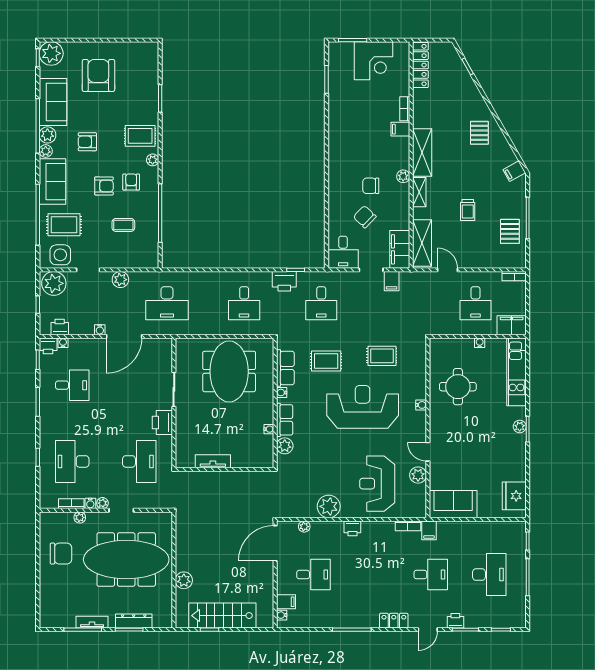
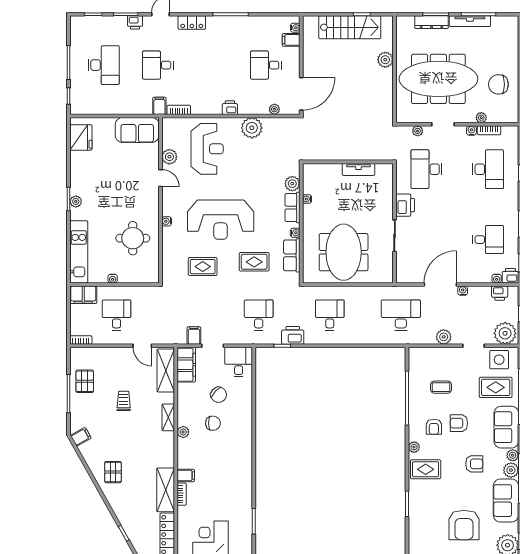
shelving: (422, 152) -> (166, 490), moved
desk: (72, 385) -> (488, 240), turned 180
plant: (102, 503) -> (418, 131), moved
desk: (489, 575) -> (104, 65), turned 180
tv unit: (92, 622) -> (470, 21), width x1.41

